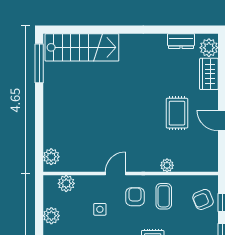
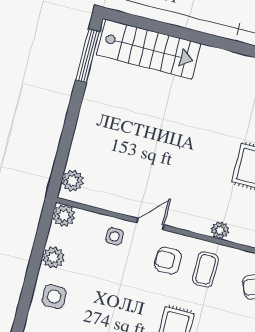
plant: (66, 183) -> (64, 216), moved
armchair: (135, 197) -> (168, 260), turned -90
side table: (100, 209) -> (114, 236), moved

